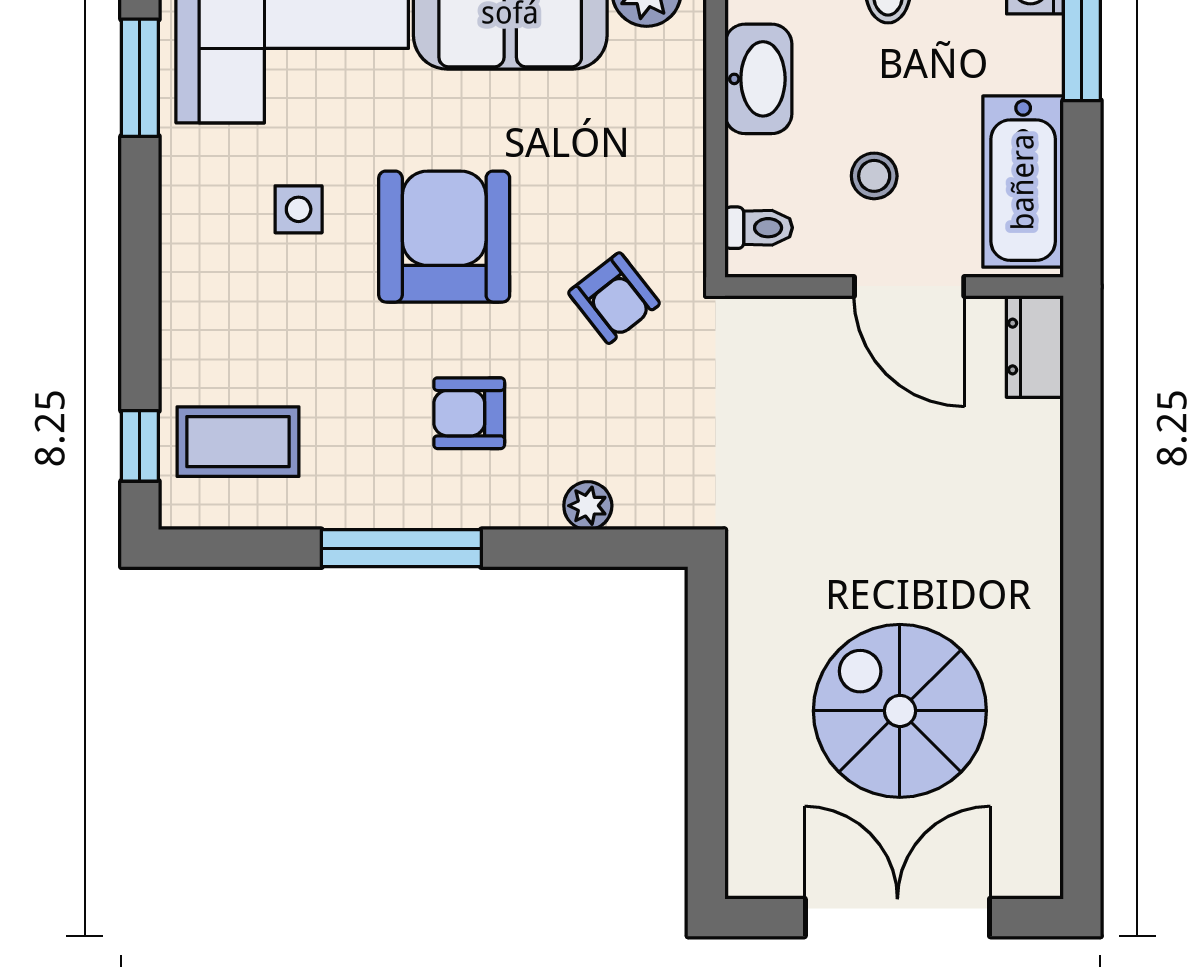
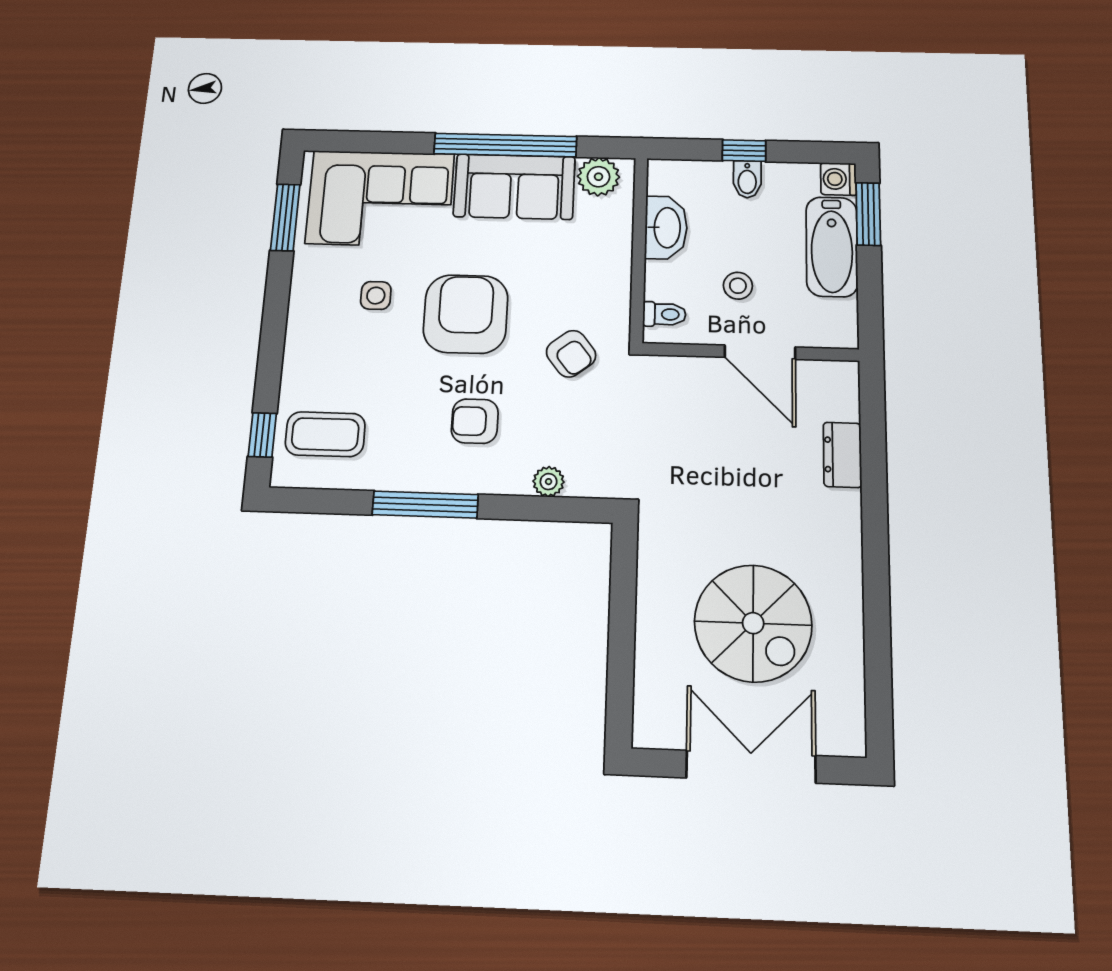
bathtub: (1023, 182) -> (832, 247), moved
dresser: (1035, 346) -> (842, 455), moved
spiral stairs: (900, 711) -> (753, 623), turned 180

